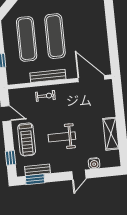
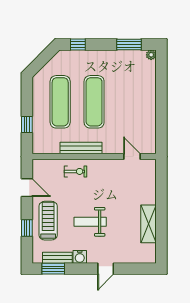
door: (91, 79) -> (132, 157), width x0.53
treadmill: (27, 139) -> (48, 221), turned 180
window: (10, 158) -> (27, 228), moved
water cooler: (94, 163) -> (80, 257), moved

